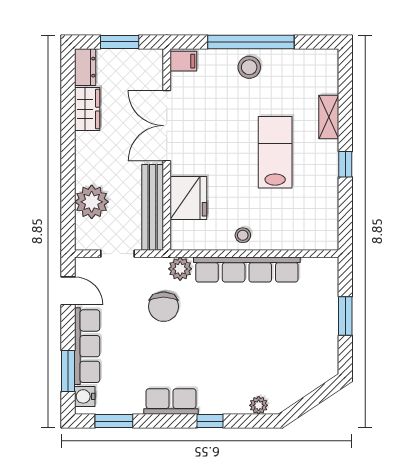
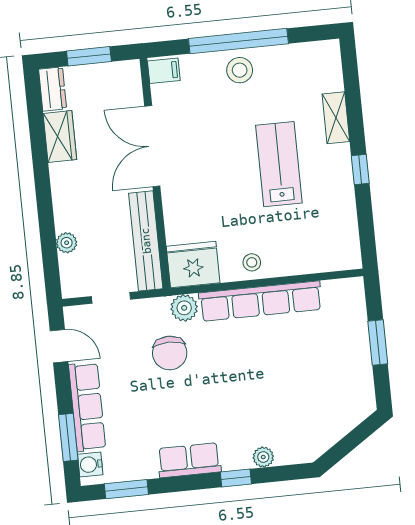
fridge: (188, 198) -> (193, 265), moved, turned -90
plant: (92, 202) -> (67, 243), width x0.53, depth x0.53
plant: (259, 405) -> (263, 457), moved

